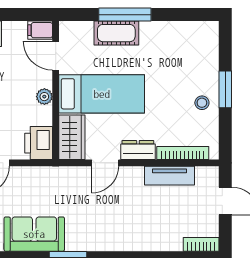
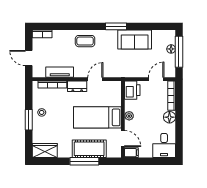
cot: (116, 33) -> (89, 149), width x1.37, depth x1.34
wardrobe: (72, 137) -> (45, 150), moved, turned 90
coffee table: (124, 232) -> (85, 41), added

